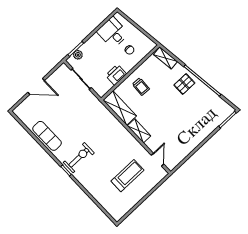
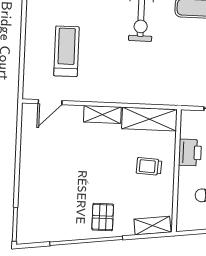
door: (157, 160) -> (50, 102), hinge flipped
treadmill: (127, 176) -> (66, 51), turned 180

